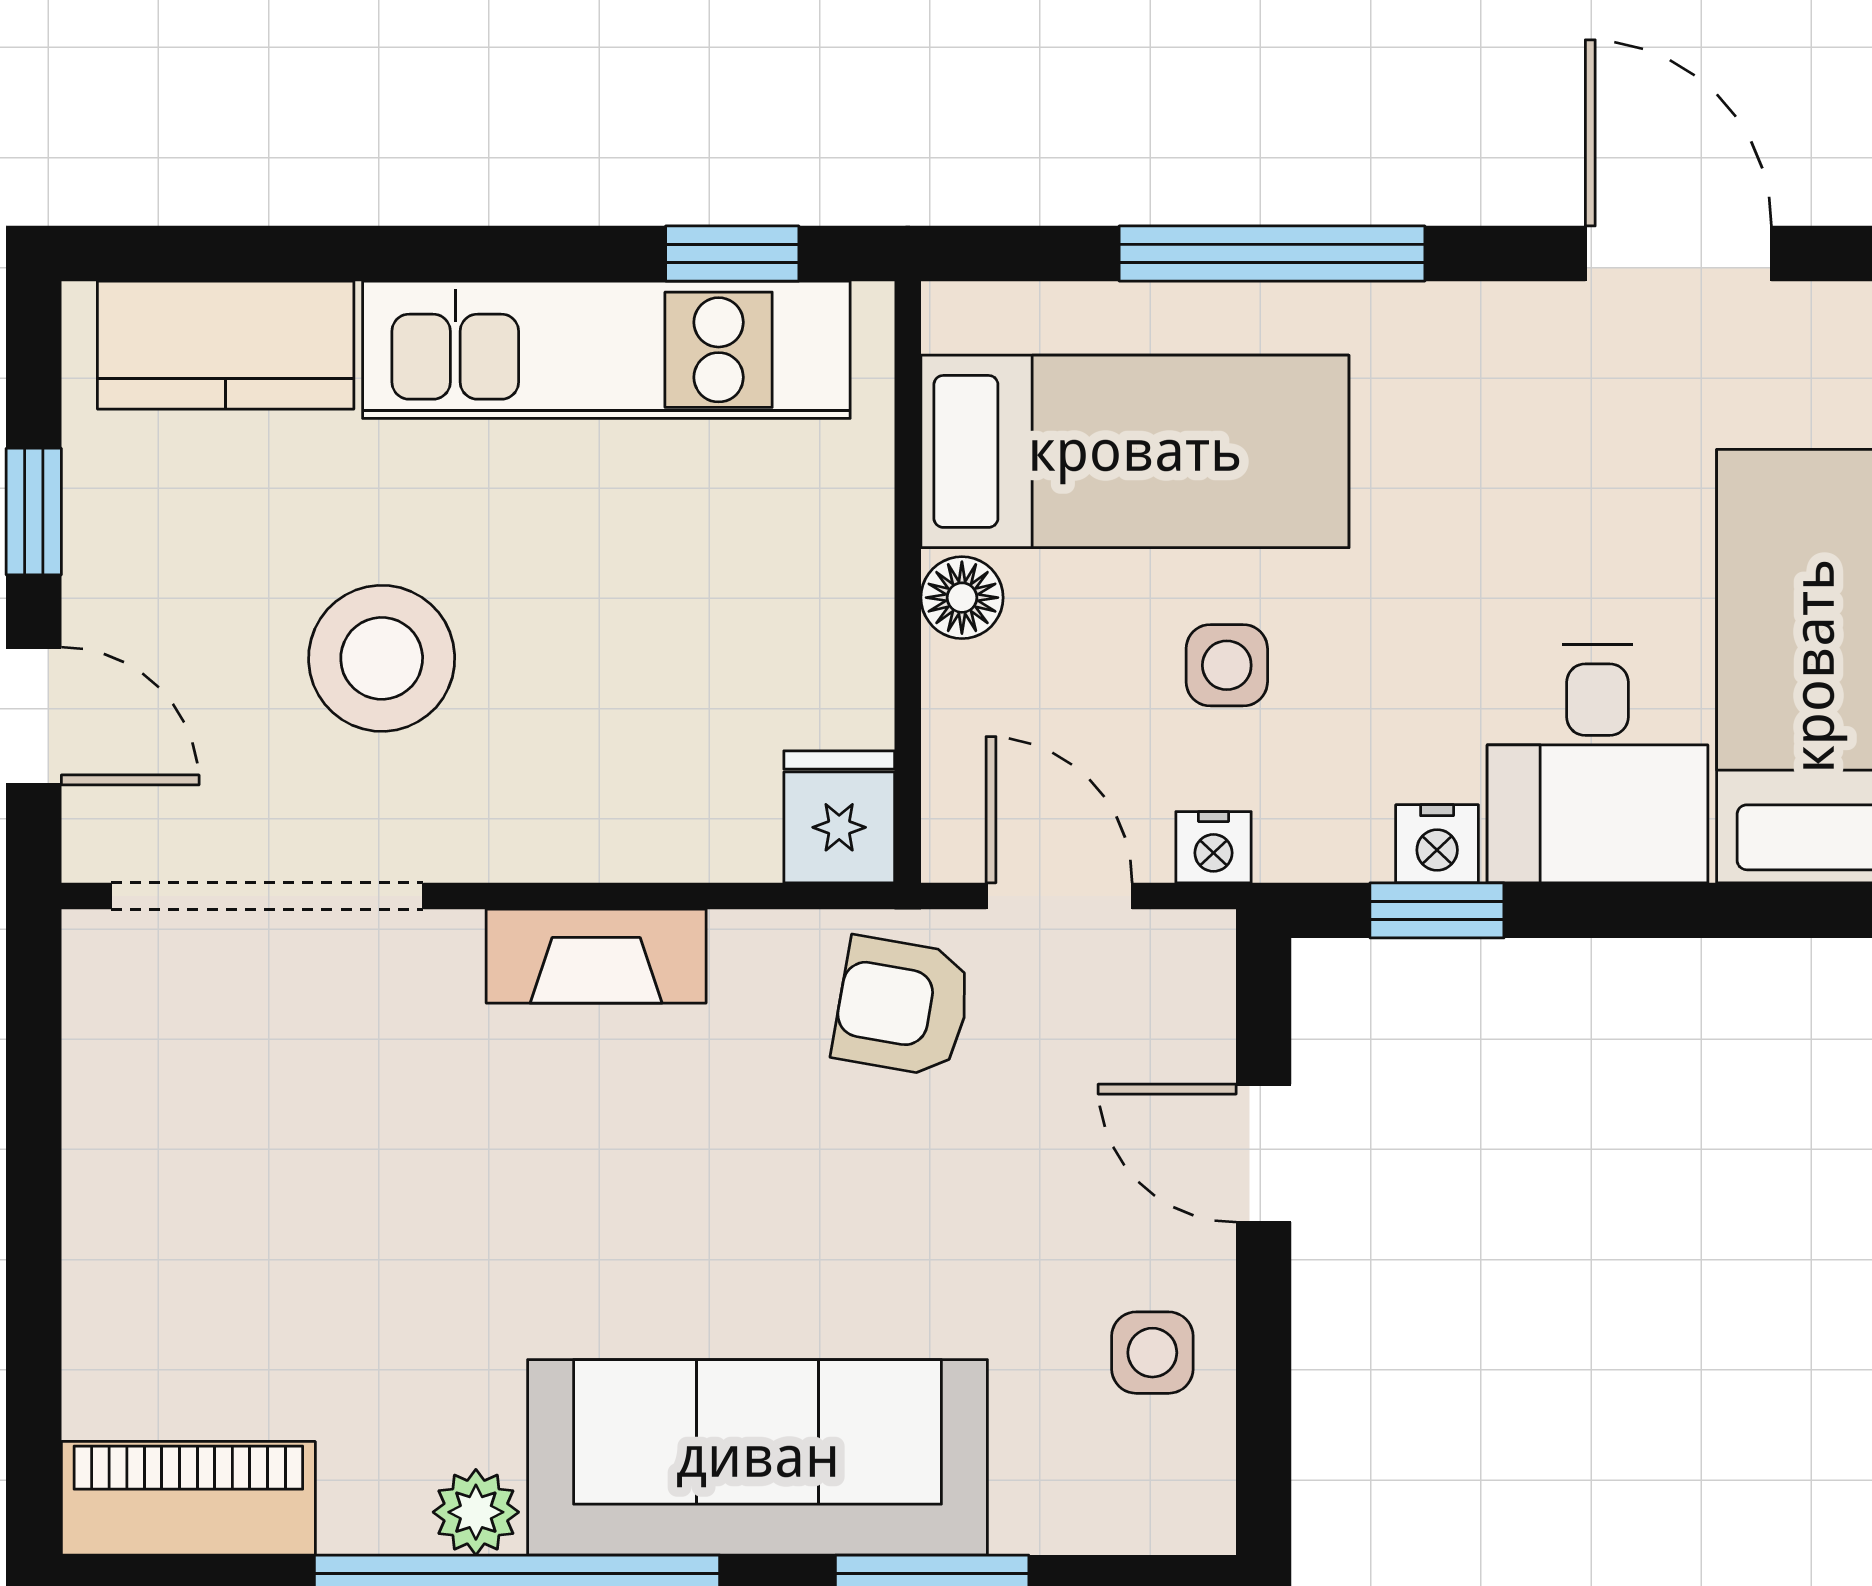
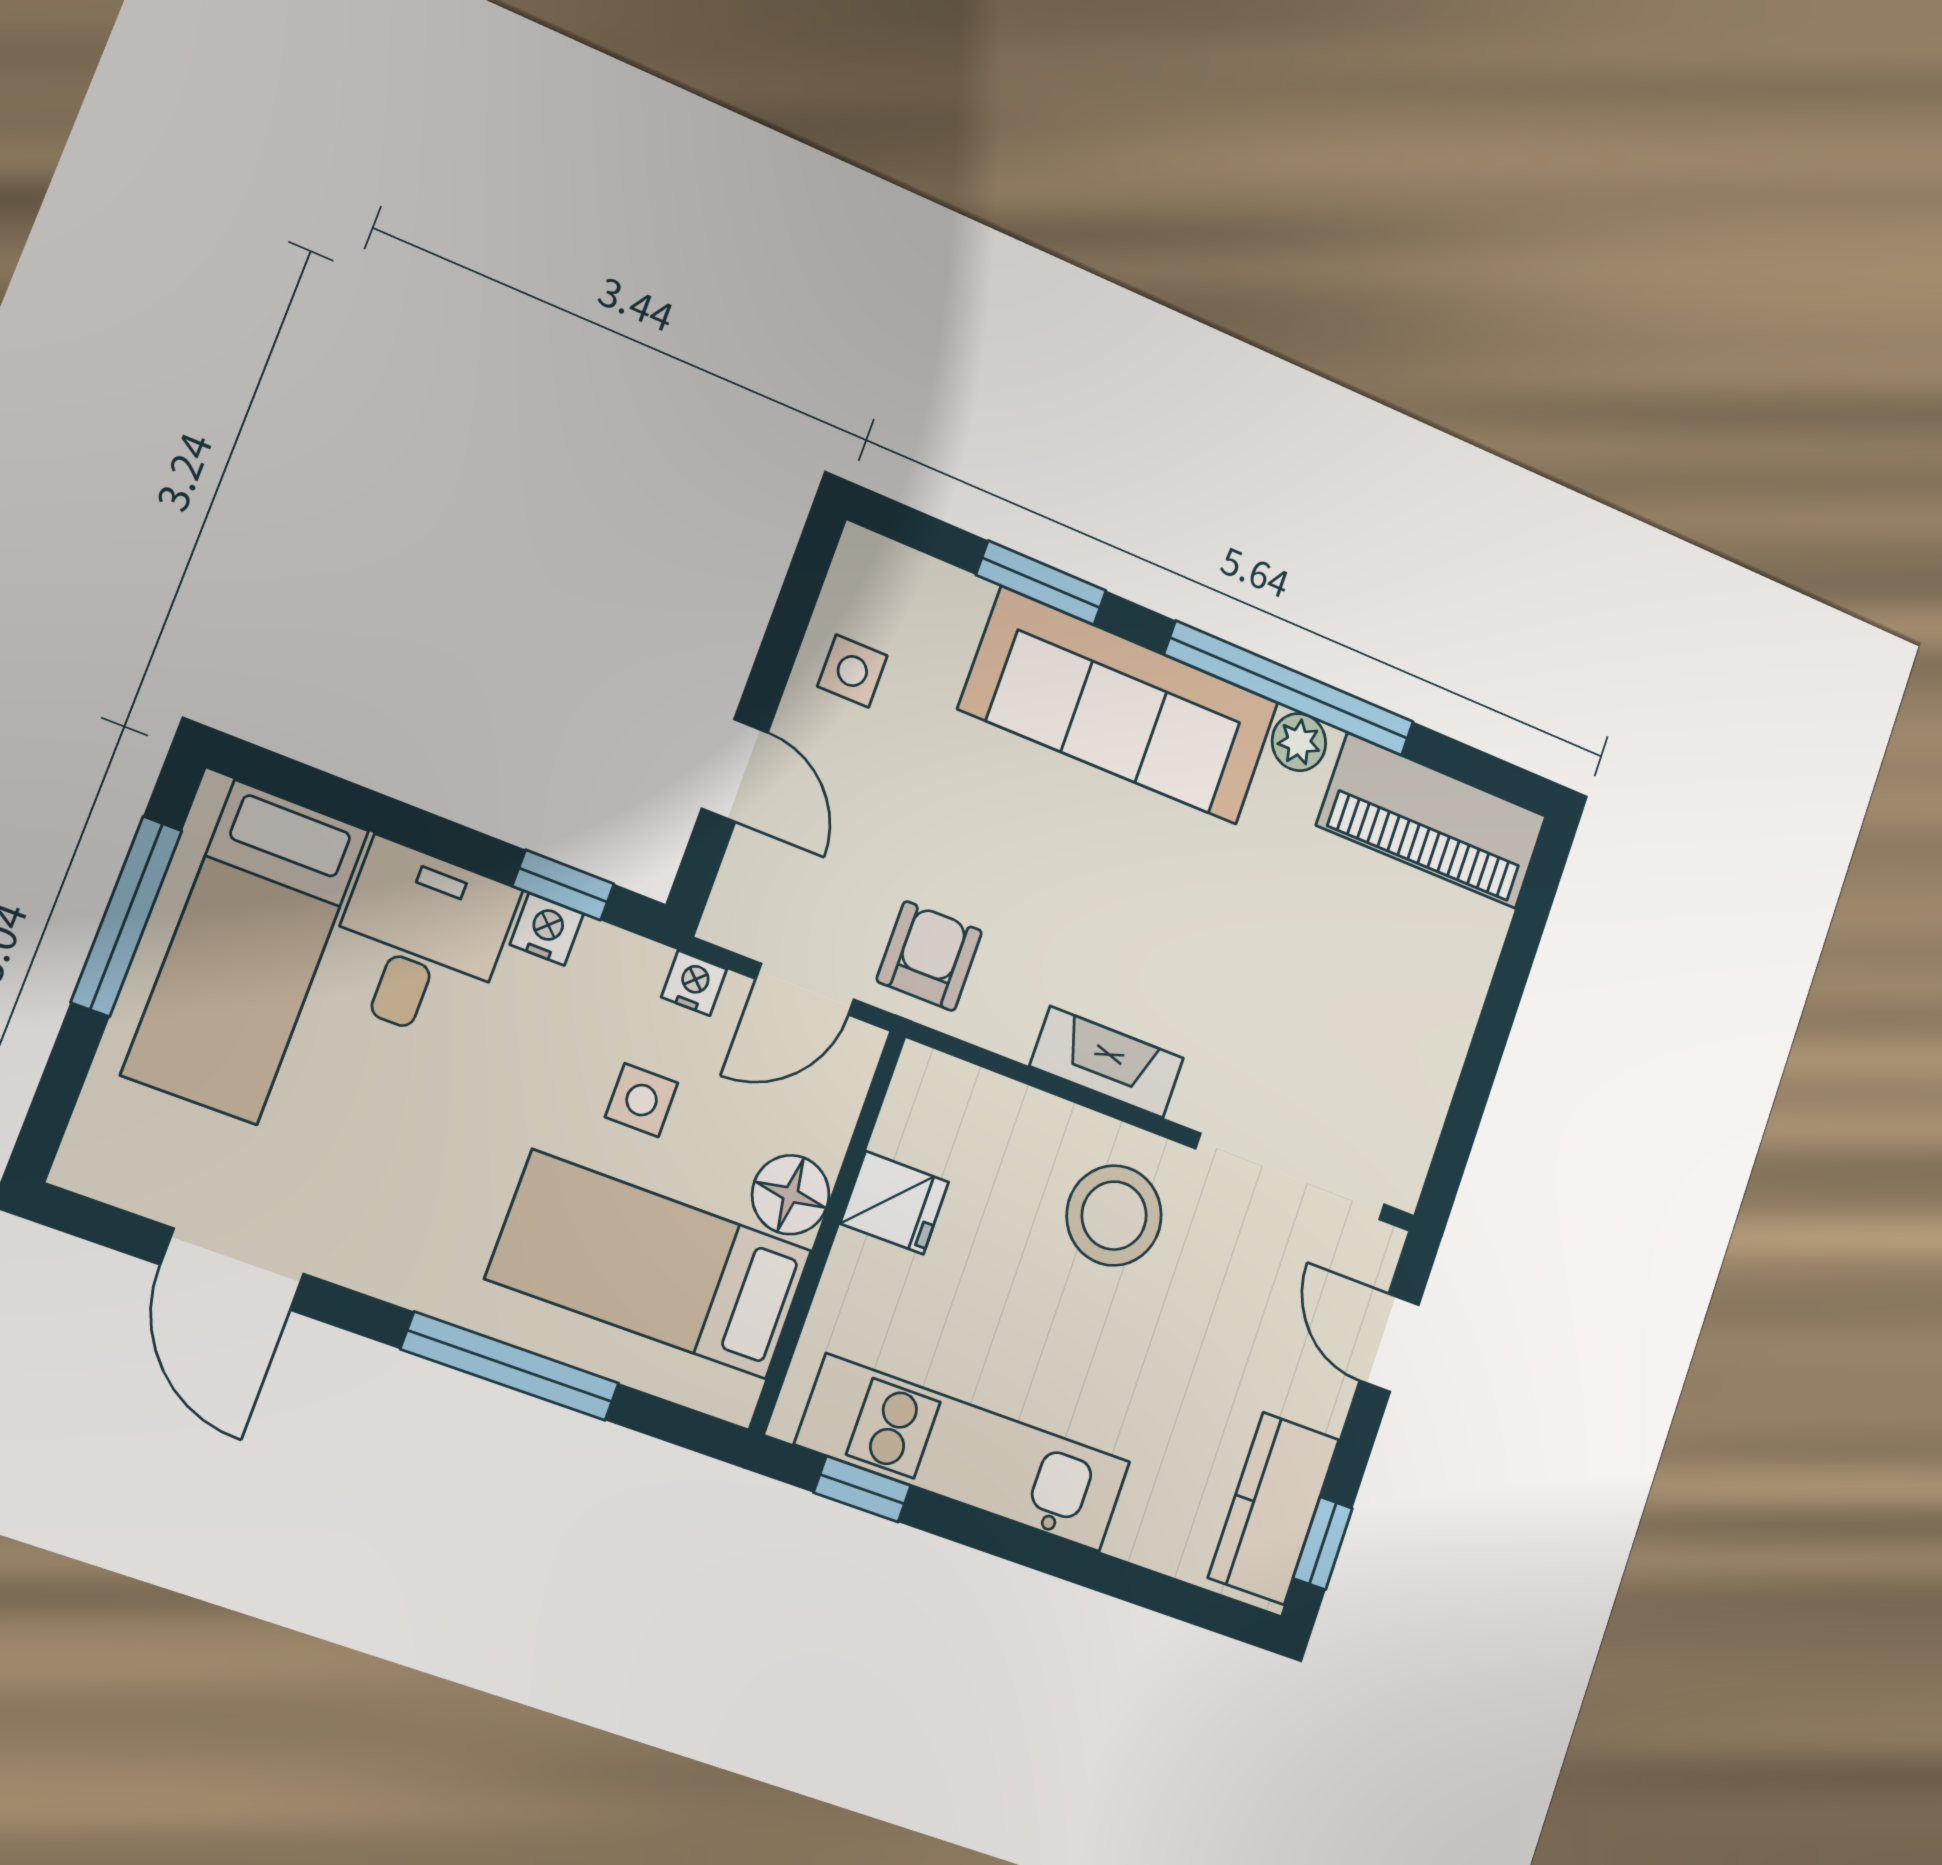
kitchen counter: (226, 345) -> (1274, 1508), moved, turned -90
window: (34, 512) -> (1323, 1543), moved
floor lamp: (962, 598) -> (791, 1195), width x1.37, depth x1.37
stool: (382, 658) -> (1114, 1216), moved
fridge: (839, 817) -> (895, 1203), moved, turned -90
door: (1059, 896) -> (805, 989), hinge flipped
armchair: (902, 1007) -> (929, 956), turned -100
piano: (188, 1498) -> (1432, 821), width x1.37, depth x1.33

